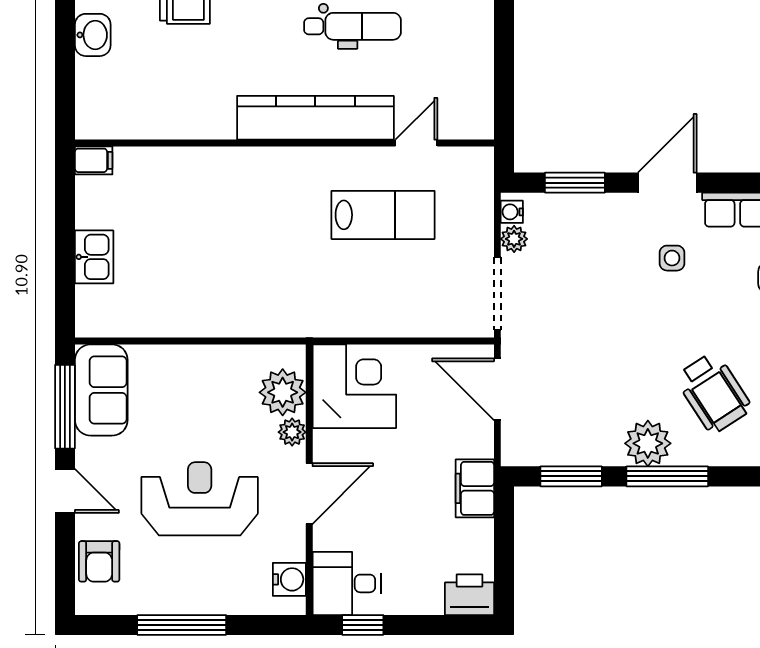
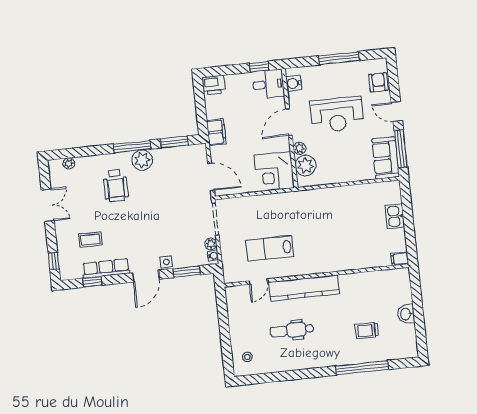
side table: (672, 258) -> (166, 262), moved
wheelchair: (713, 393) -> (116, 186), turned -147

